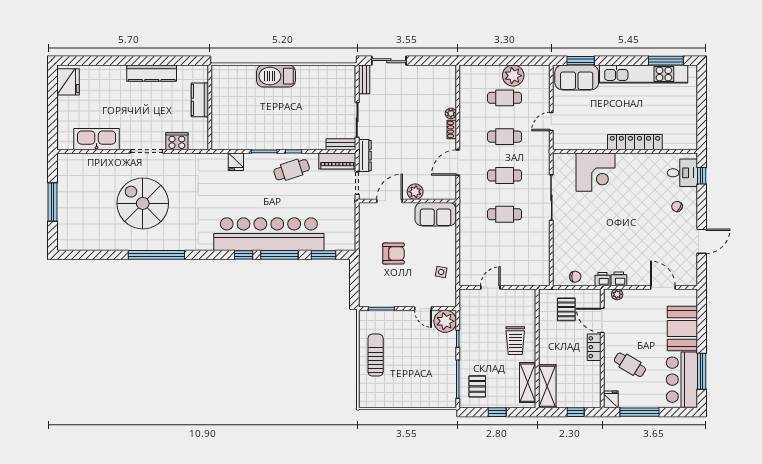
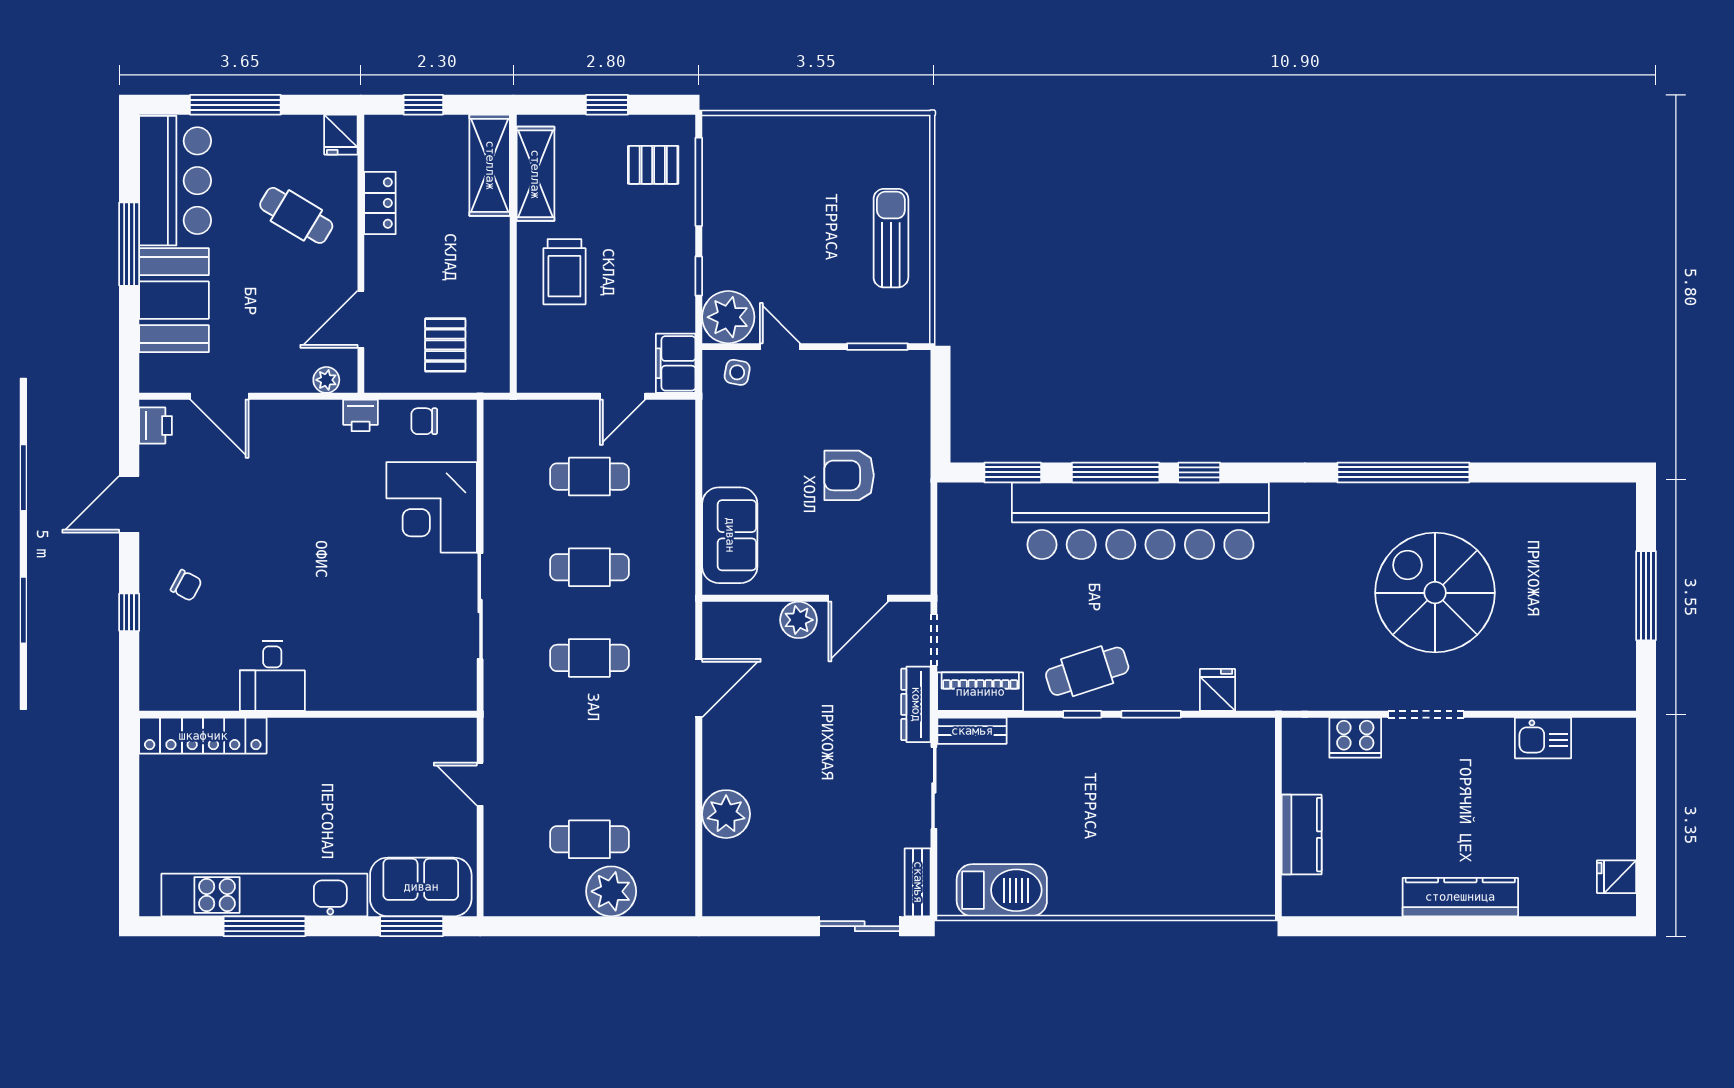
window: (666, 61) -> (264, 926), moved
kitchen counter: (152, 73) -> (1460, 897), moved
barbecue: (276, 76) -> (1002, 890), moved
plant: (513, 76) -> (611, 891), moved
fridge: (68, 82) -> (1617, 877), width x0.53, depth x0.75
plant: (451, 113) -> (726, 814), width x1.88, depth x1.88
door: (551, 121) -> (480, 784), swing flipped
shoe rack: (452, 129) -> (713, 765), removed
cafe table: (505, 137) -> (589, 477), moved
kitchen sink: (97, 139) -> (1543, 738), width x0.53, depth x0.81
locker: (635, 142) -> (203, 736), moved
corner desk: (595, 172) -> (432, 507), moved, turned -90
desk: (682, 173) -> (272, 676), moved, turned -90
window: (702, 176) -> (129, 612), moved
spiral stairs: (143, 203) -> (1435, 593), turned 180
sofa: (435, 214) -> (730, 535), moved, turned 90
side table: (441, 272) -> (737, 372), moved
printer: (619, 279) -> (155, 425), moved, turned -90
filing cabinet: (468, 301) -> (676, 363), added
door: (602, 320) -> (361, 319), swing flipped
trolley: (515, 341) -> (564, 272), turned 180
locker: (594, 347) -> (380, 203), moved
sun lounger: (376, 355) -> (891, 238), turned 180
window: (702, 371) -> (129, 244), moved
pallet: (477, 386) -> (653, 165), turned 90
window: (639, 412) -> (235, 105), moved

